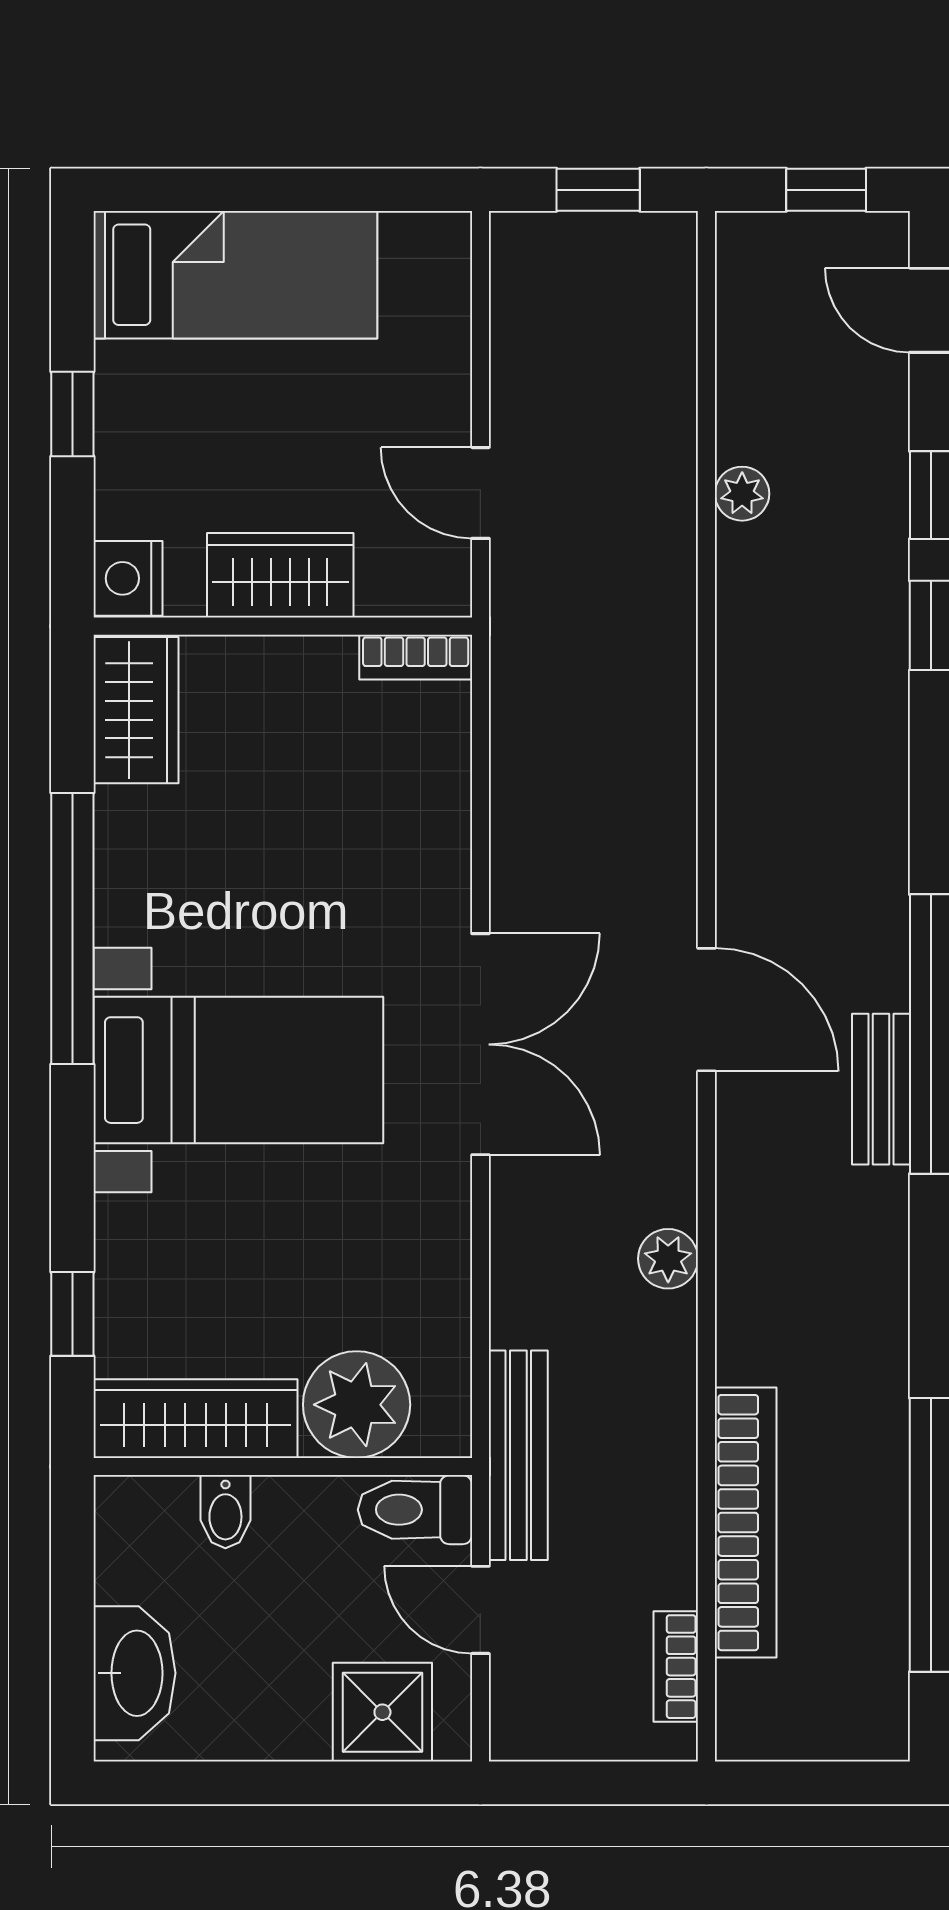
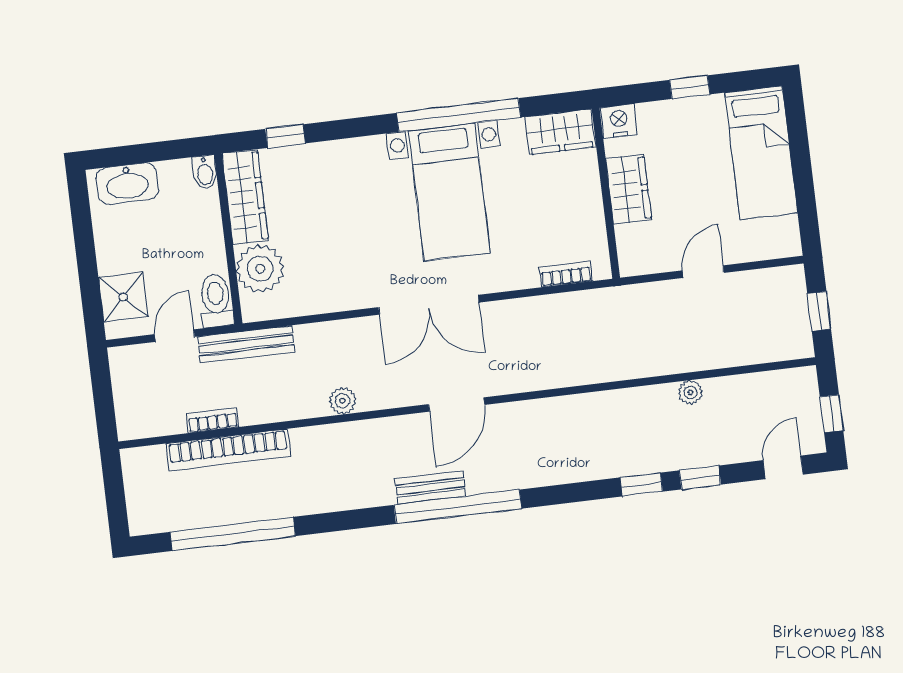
door: (480, 493) -> (703, 272), moved
bookcase: (416, 657) -> (566, 274), moved, turned 90
bed with nightstands: (238, 1070) -> (449, 192), moved
bidet: (225, 1512) -> (205, 172), moved, turned -90
bookcase: (676, 1667) -> (212, 420), moved

